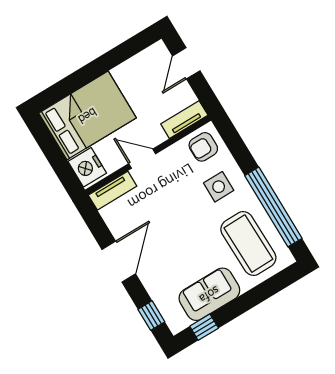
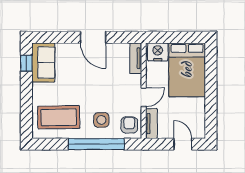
door: (142, 159) -> (144, 97), moved
window: (273, 207) -> (96, 144), moved
sofa: (209, 294) -> (43, 63), moved
window: (151, 316) -> (51, 37), removed

